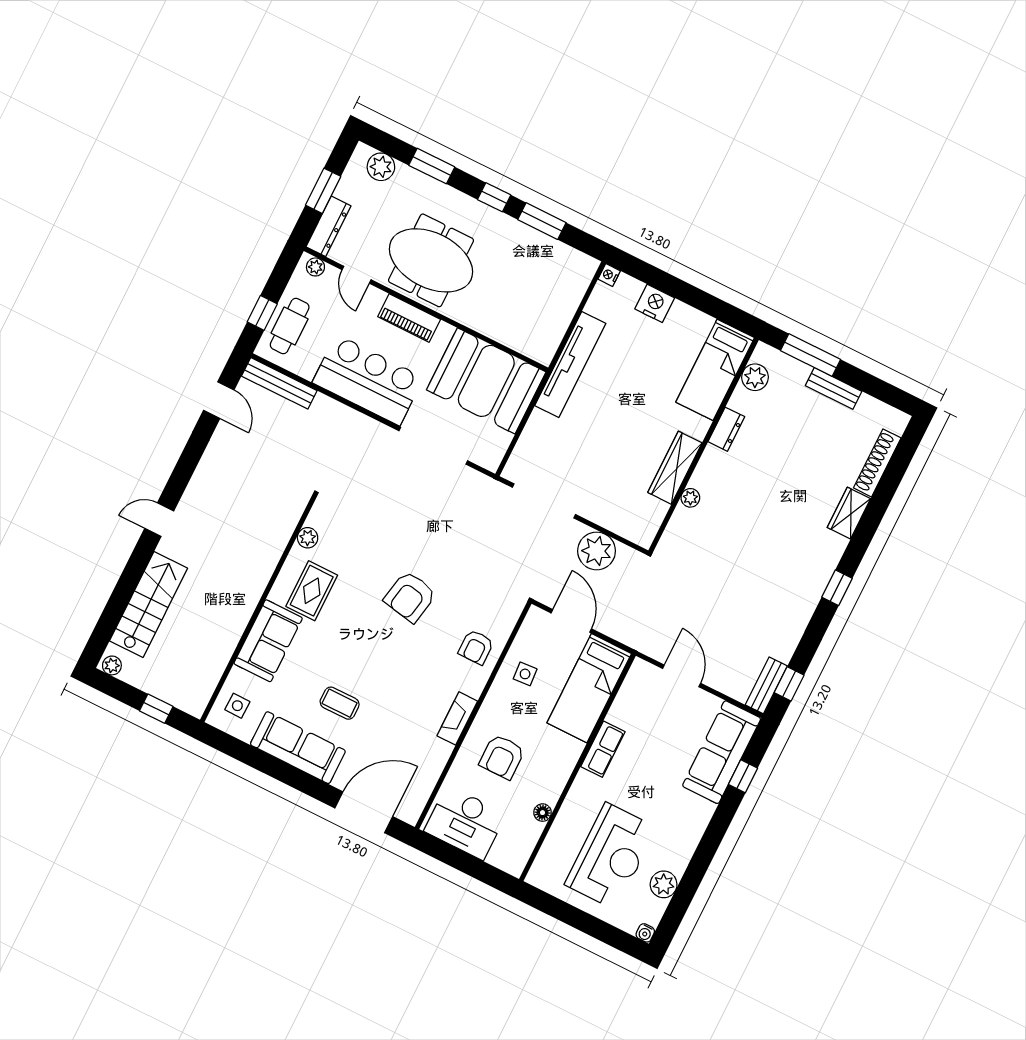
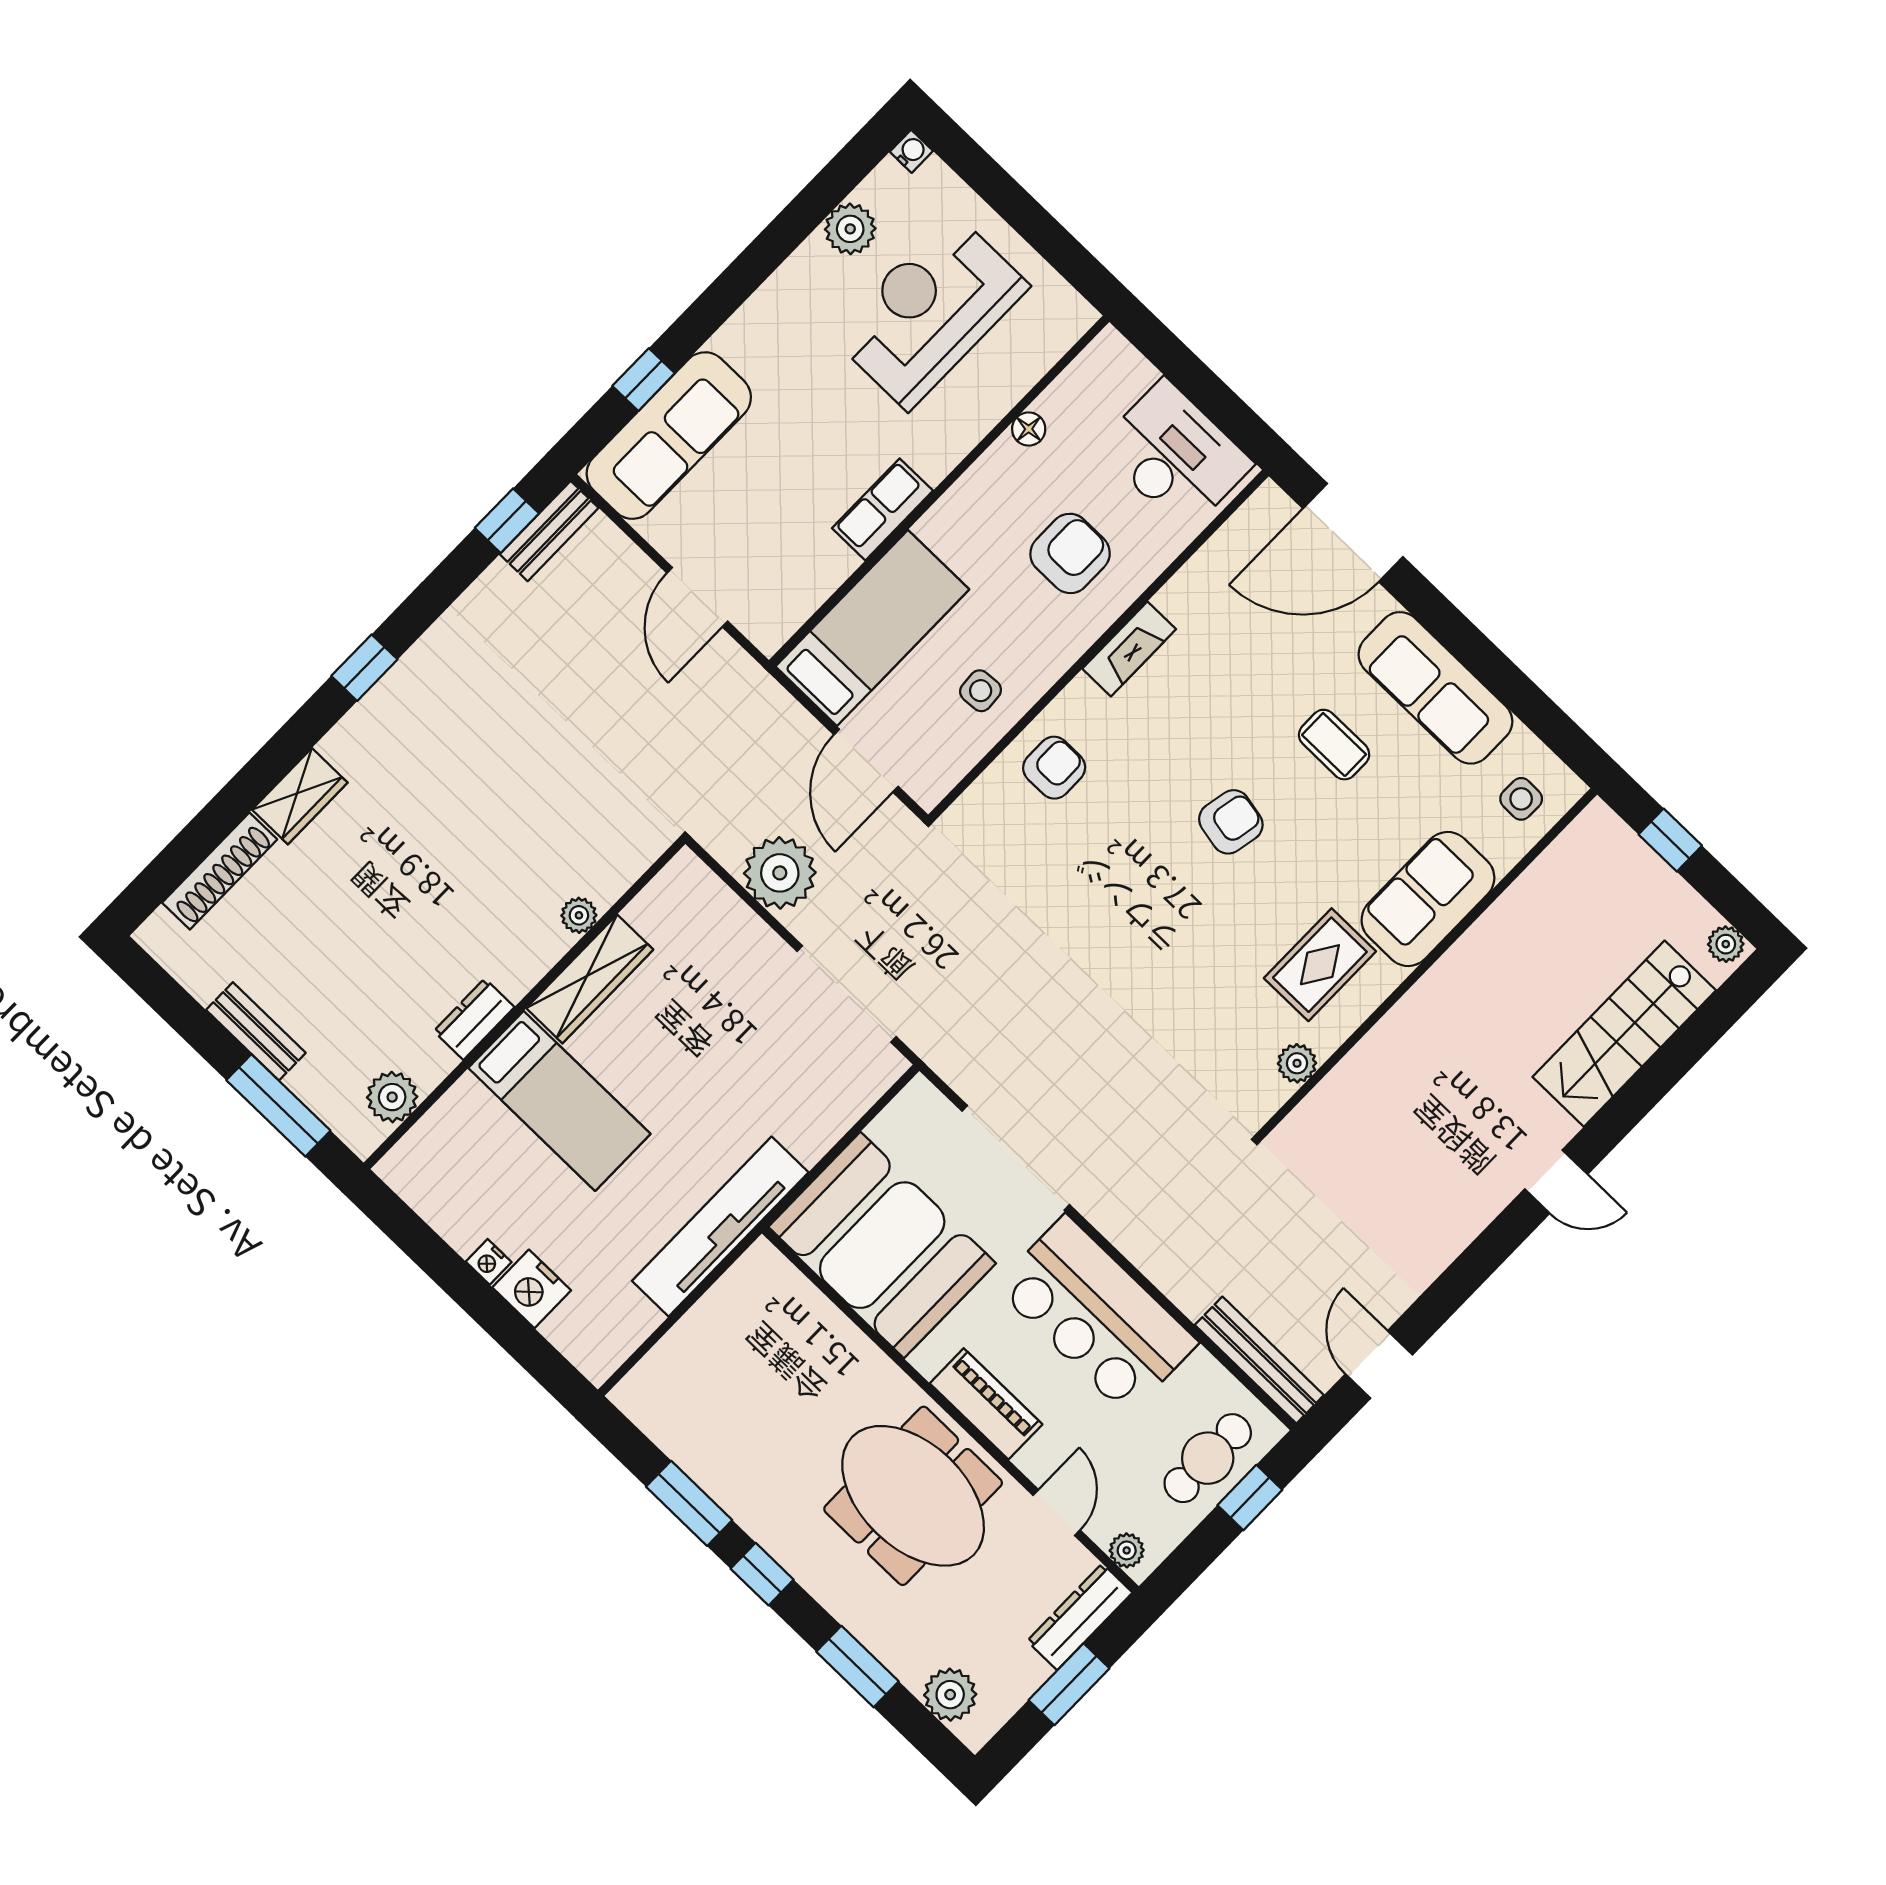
nightstand: (609, 275) -> (489, 1262), moved, turned 90
bed: (715, 370) -> (559, 1101), moved, turned 90
armchair: (410, 597) -> (1231, 822), moved, width x0.72, depth x0.72

